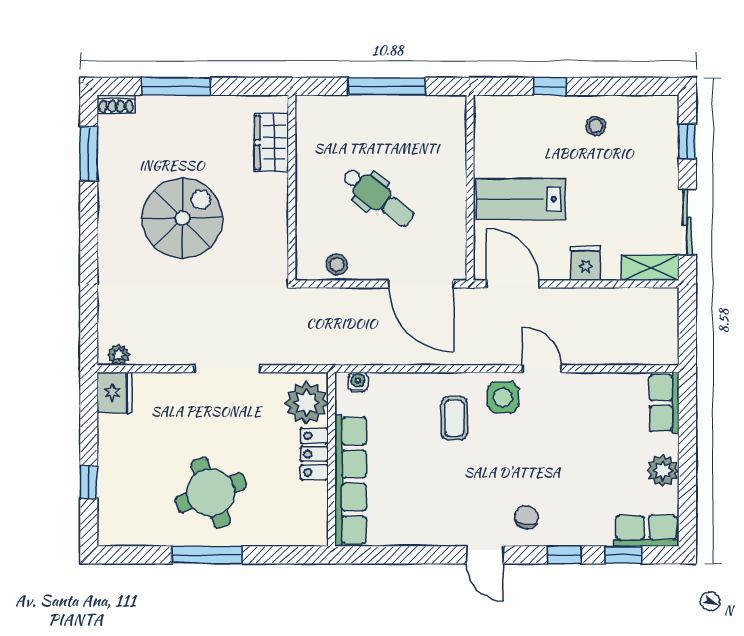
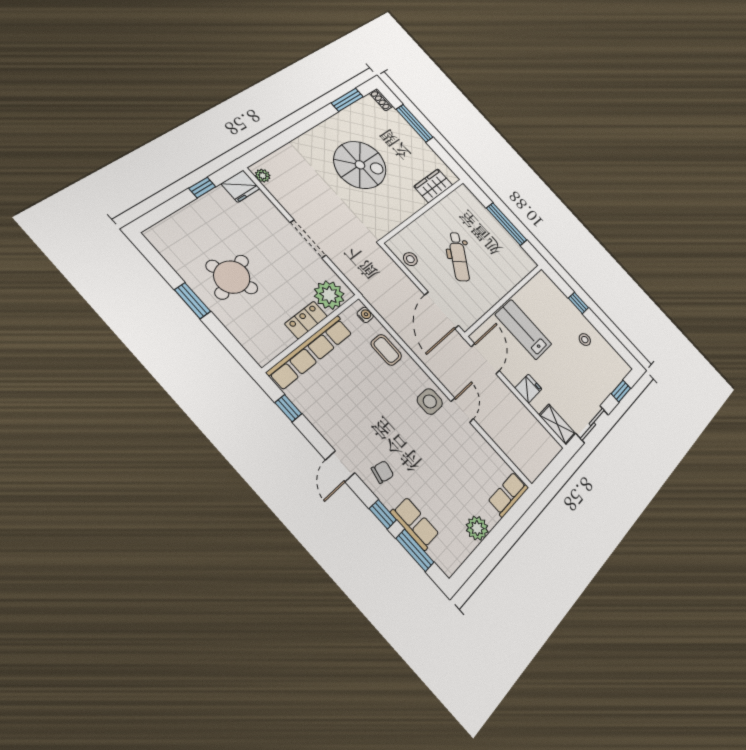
coffee table: (454, 418) -> (386, 350), moved, turned 90
window: (89, 482) -> (202, 187), moved
row of seats: (646, 531) -> (415, 523), moved
window: (207, 555) -> (193, 301), width x0.69
window: (388, 555) -> (288, 408), added
window: (624, 555) -> (415, 550), width x1.50

